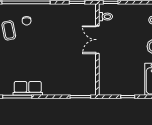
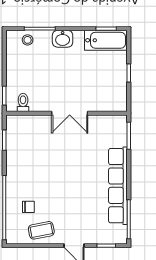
double door: (97, 40) -> (70, 113), moved
row of seats: (28, 88) -> (118, 186), width x2.02

